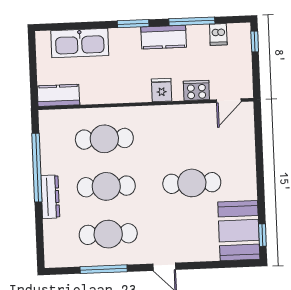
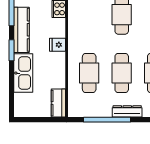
kitchen counter: (164, 37) -> (22, 30), width x1.50
kitchen sink: (80, 43) -> (23, 73), moved
fridge: (162, 90) -> (58, 45), moved

